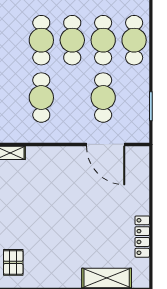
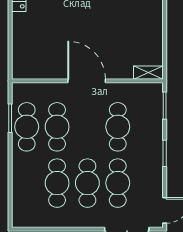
cafe table: (134, 40) -> (27, 127), moved
door: (106, 144) -> (87, 81), moved

